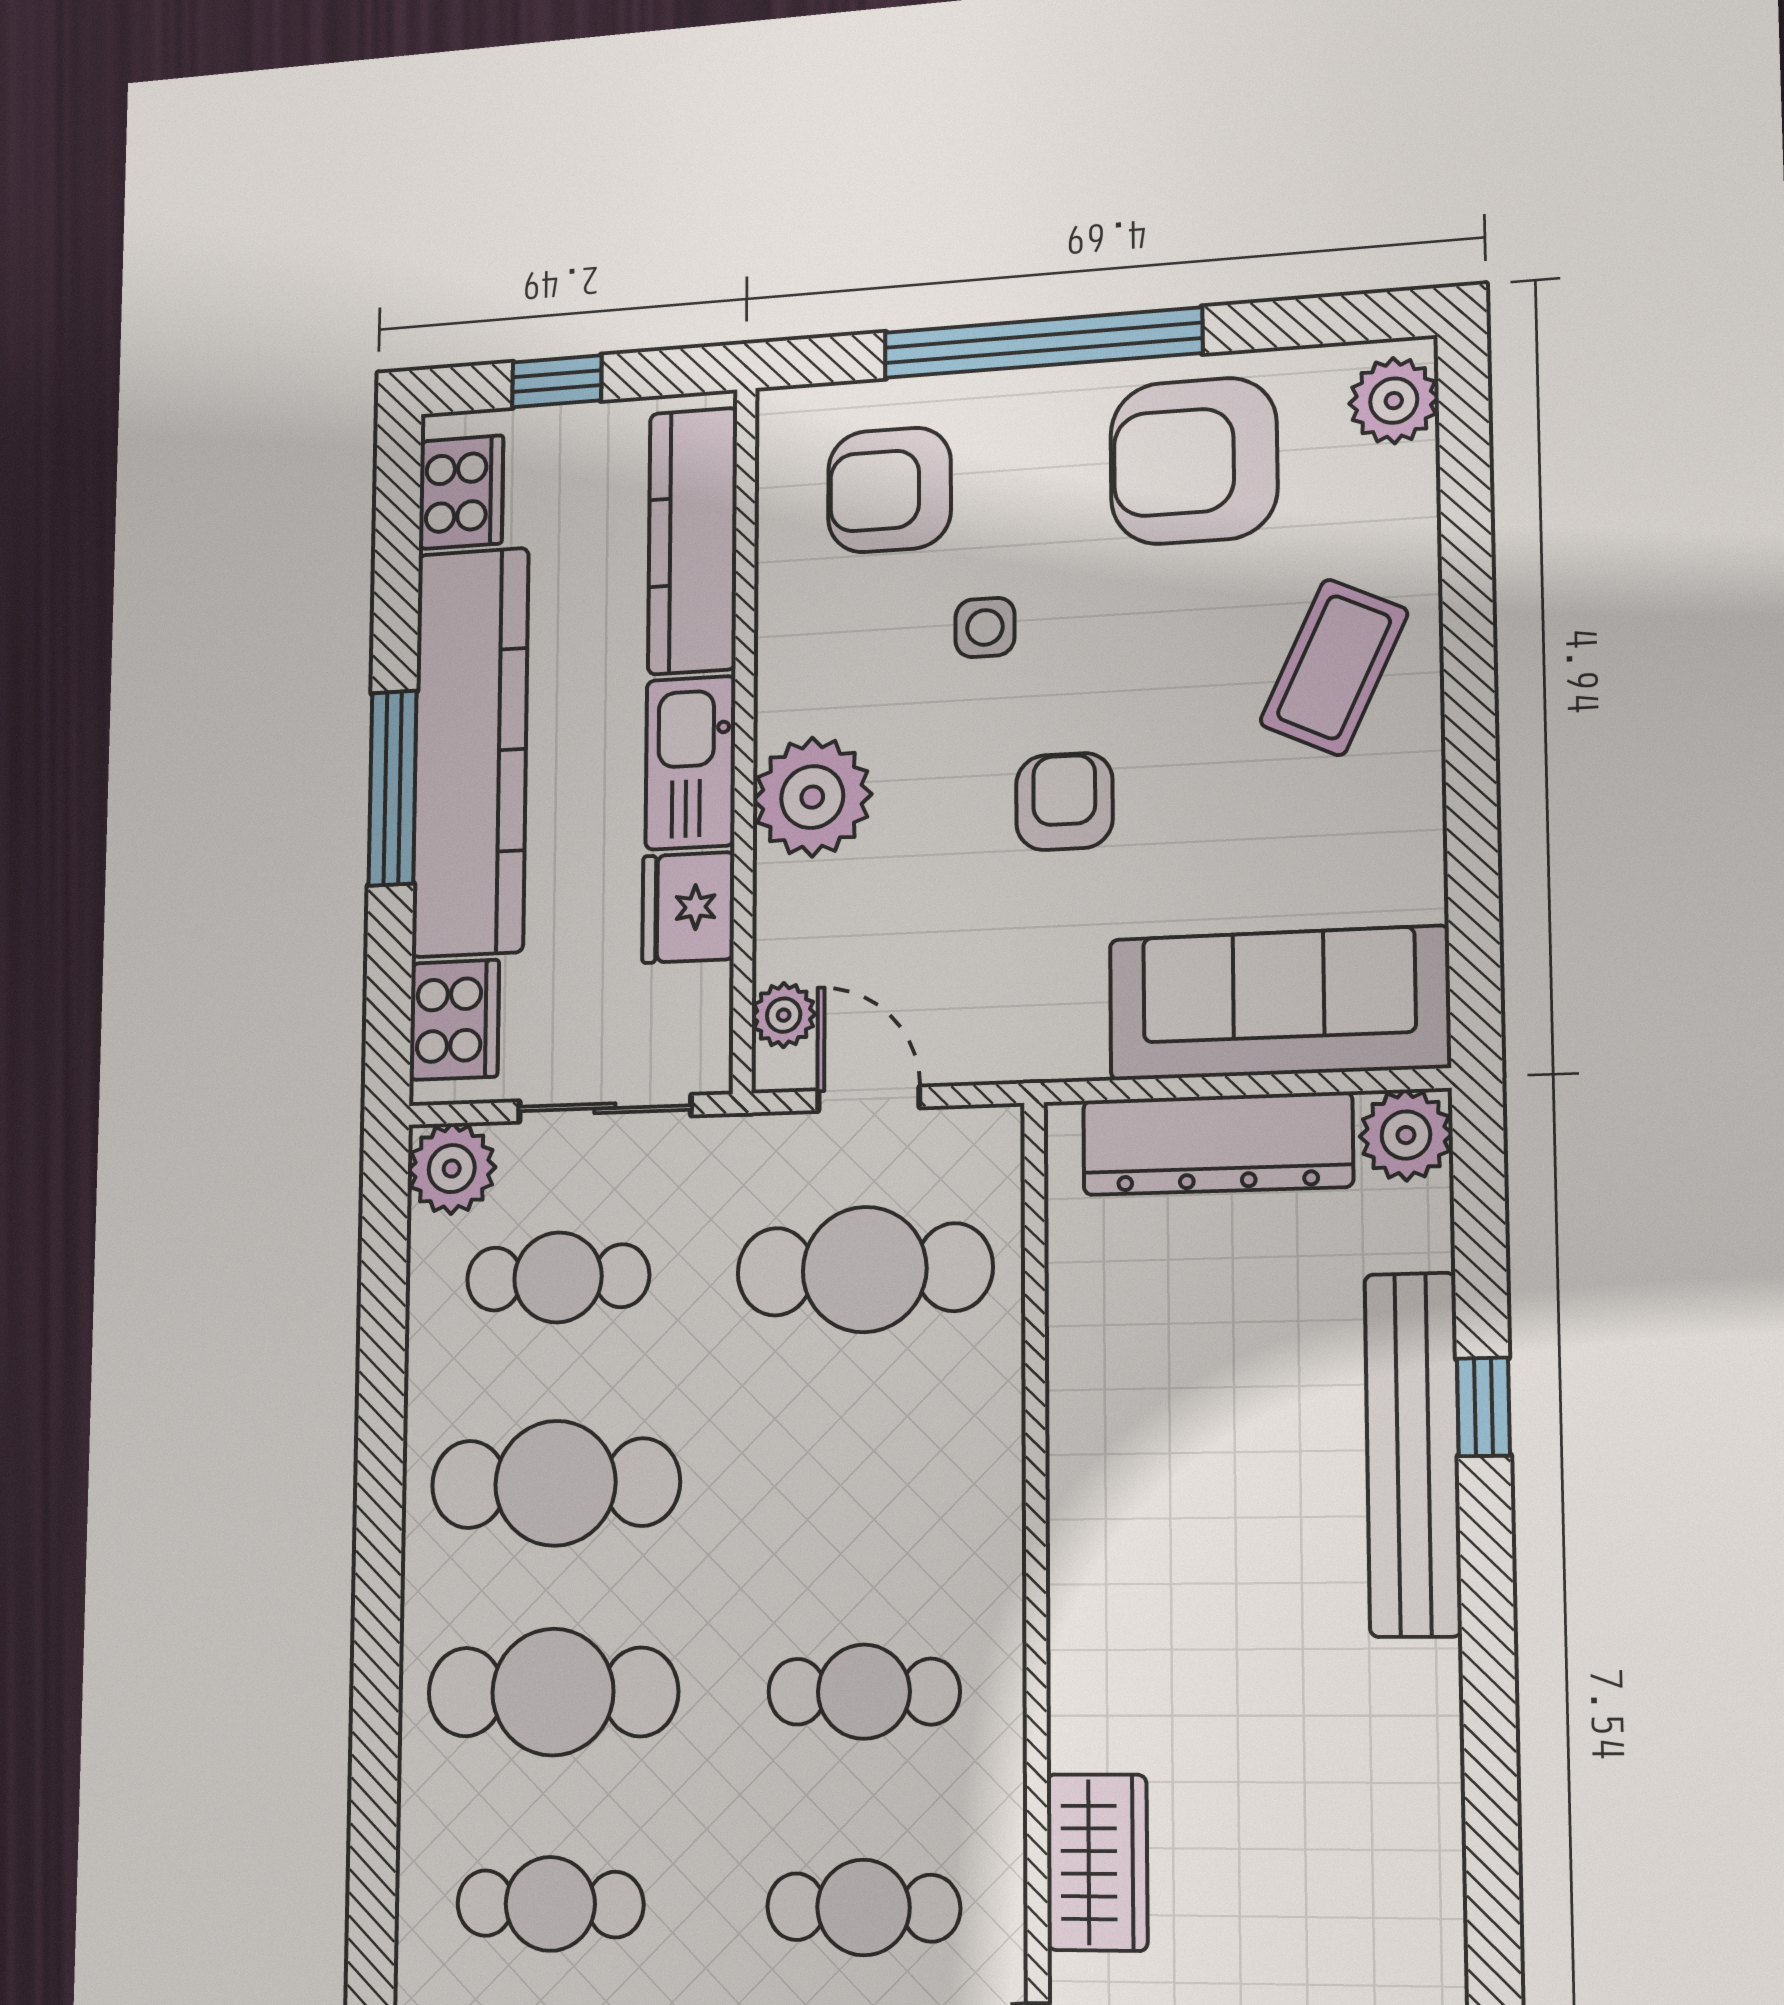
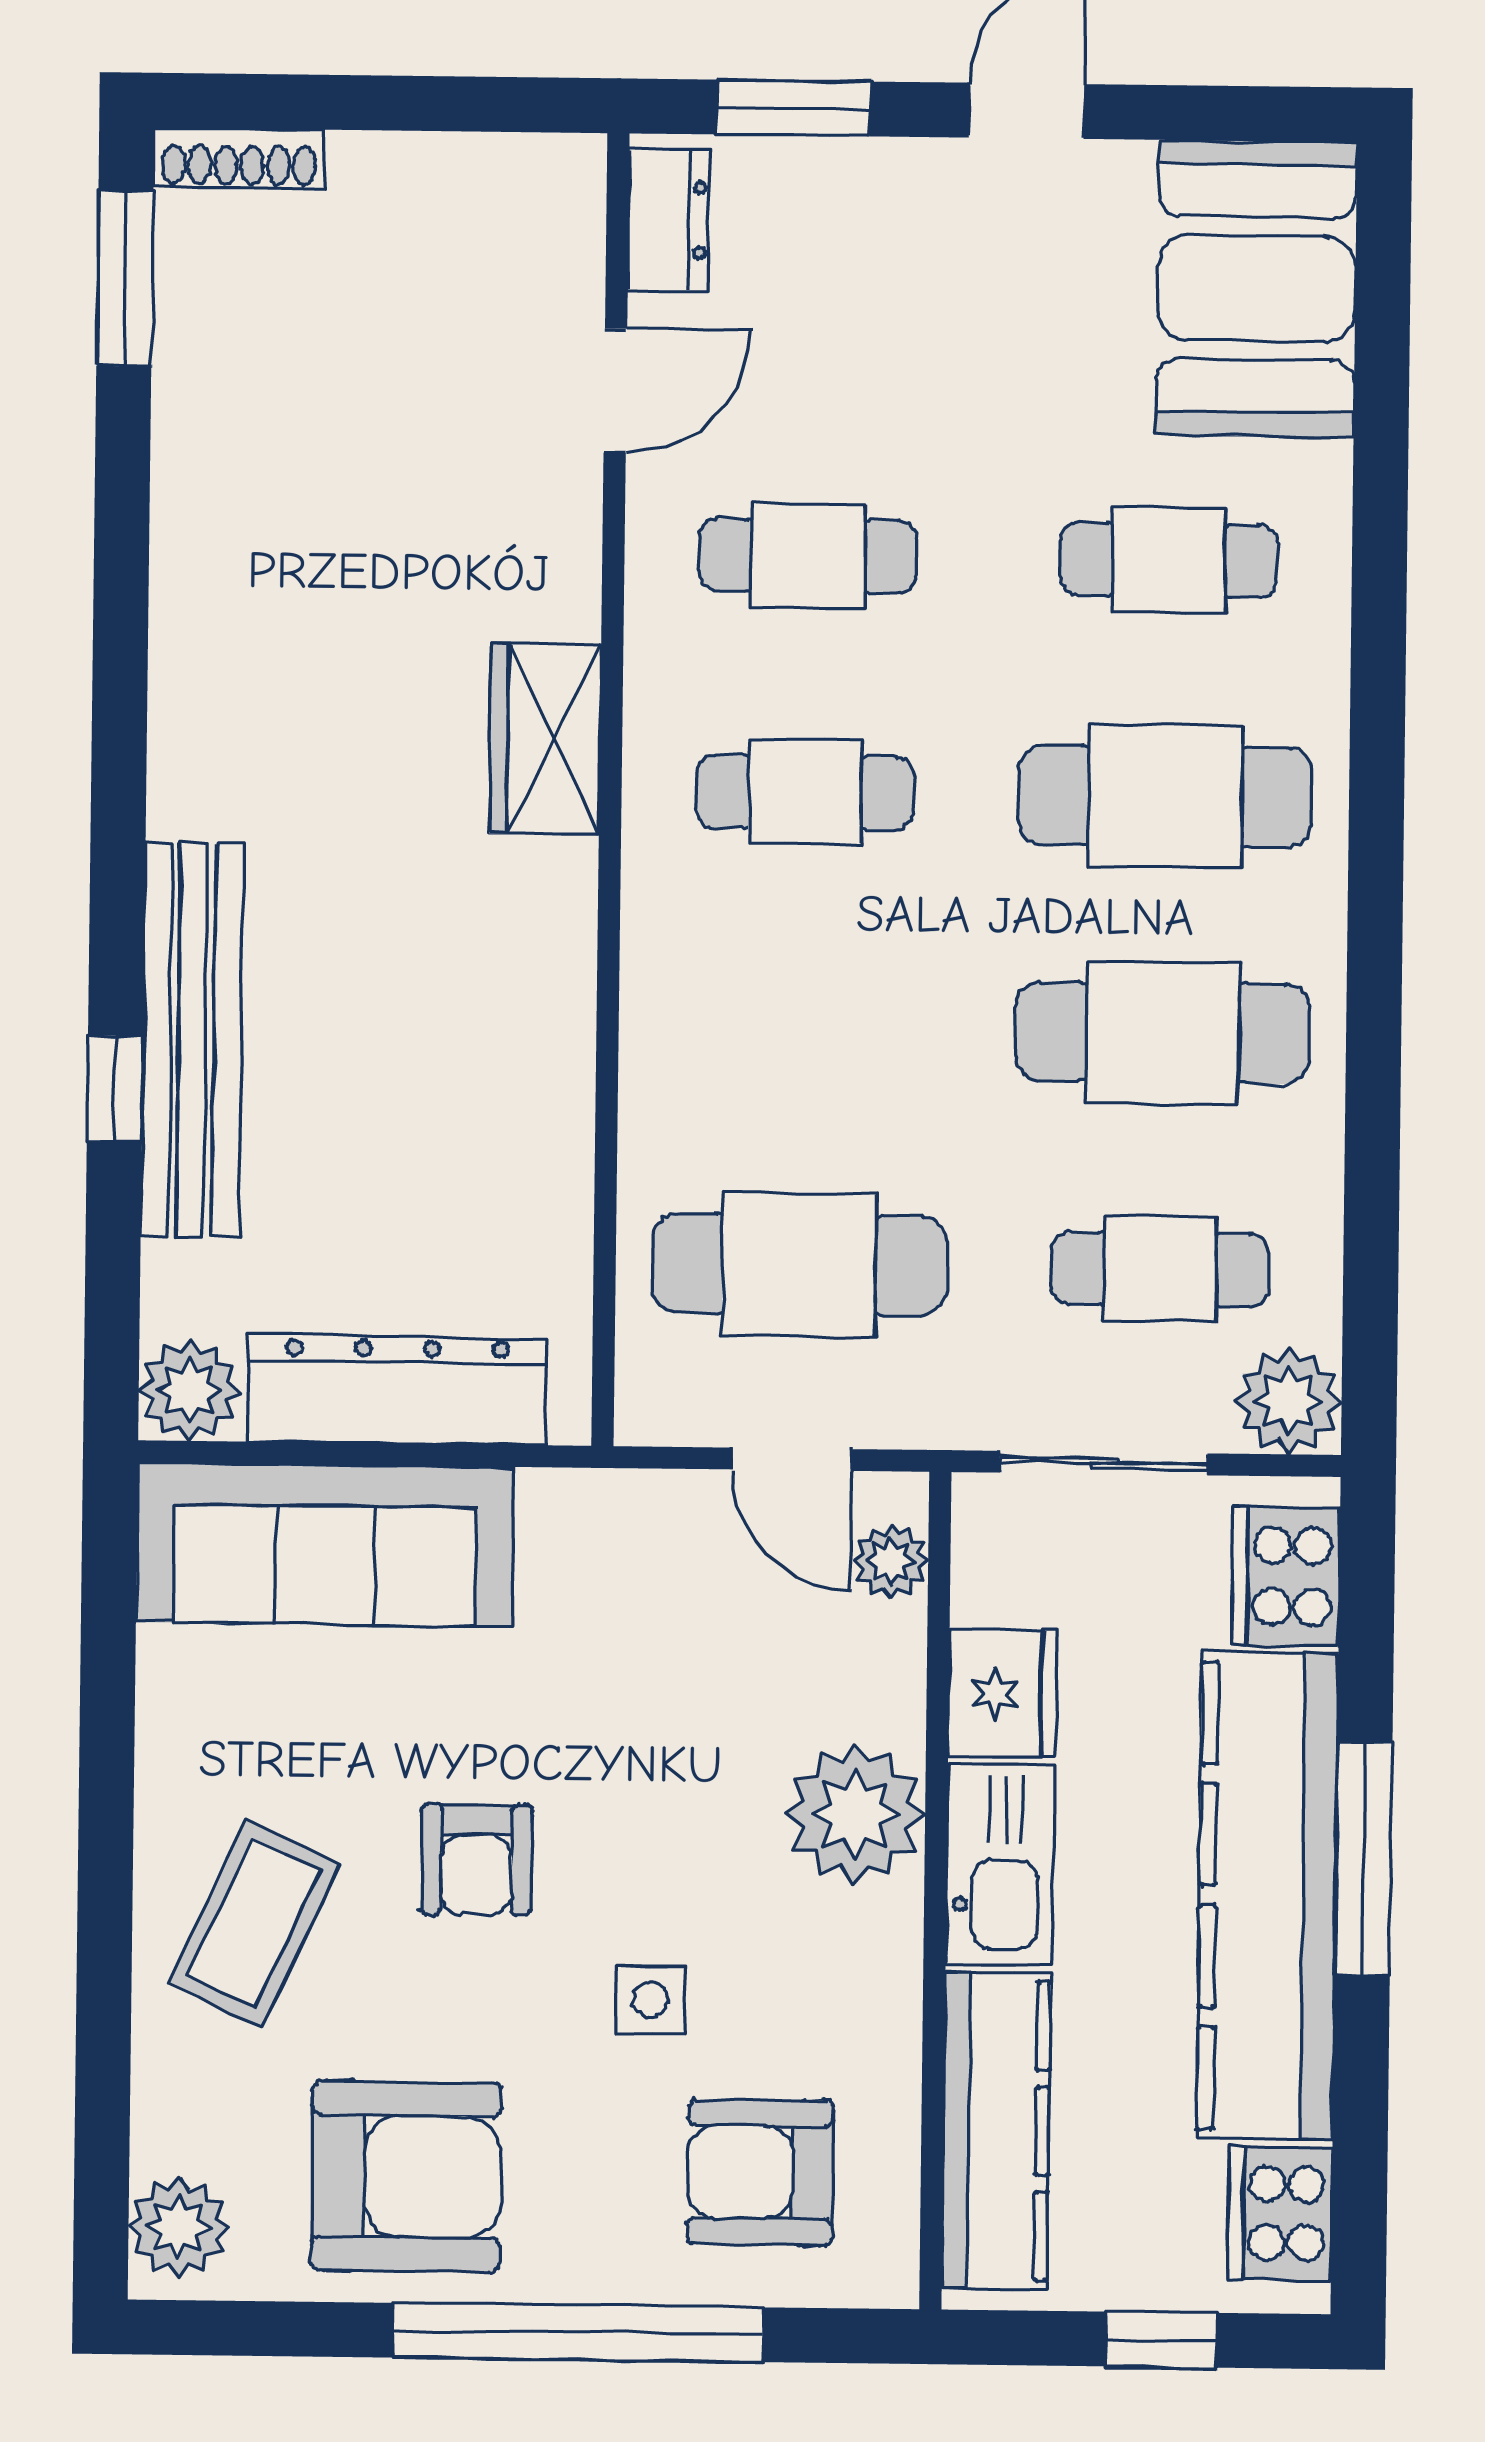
armchair: (889, 490) -> (760, 2172), turned 180
armchair: (1064, 802) -> (477, 1860), moved
wardrobe: (1097, 1862) -> (545, 739), moved

